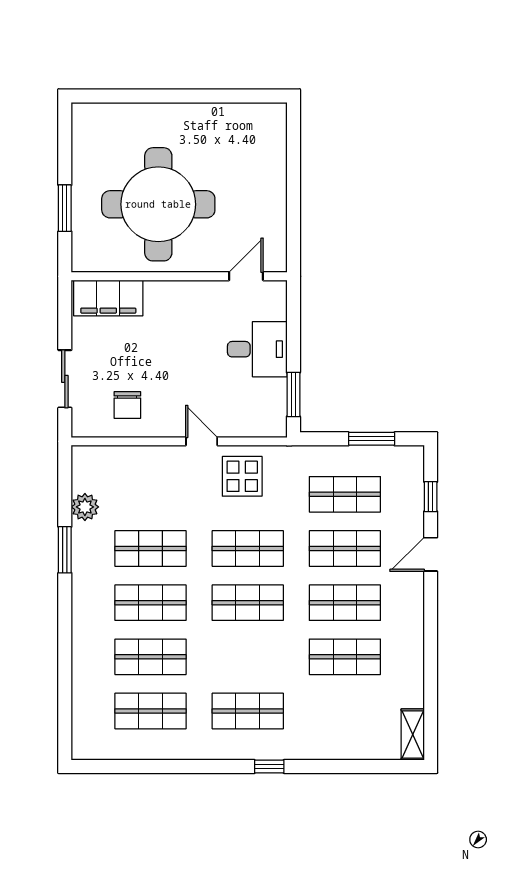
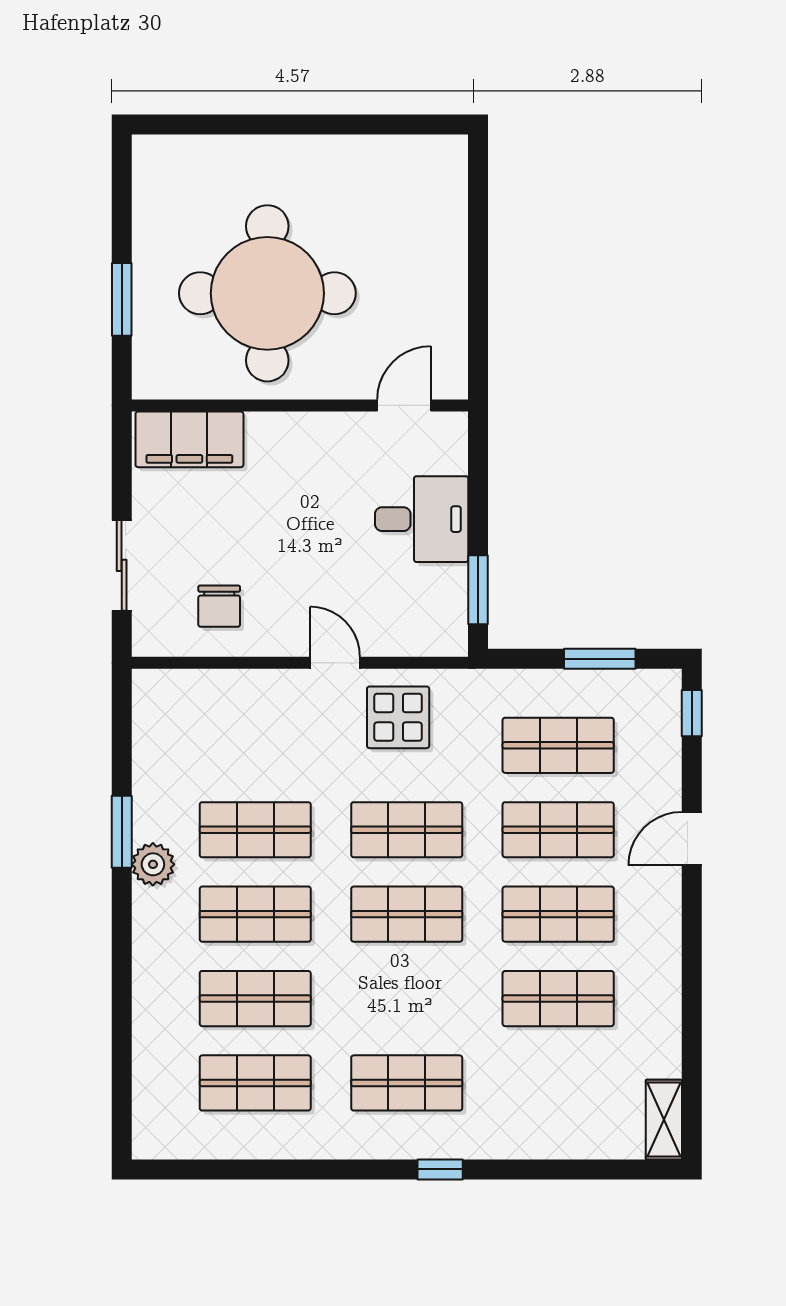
window: (431, 497) -> (692, 713), moved
plant: (85, 507) -> (153, 864), moved

